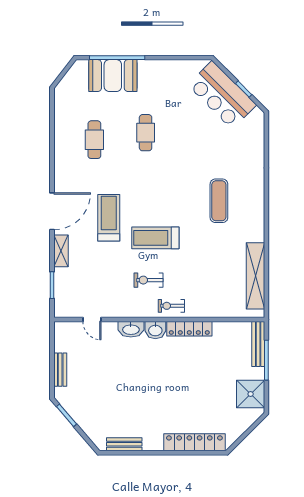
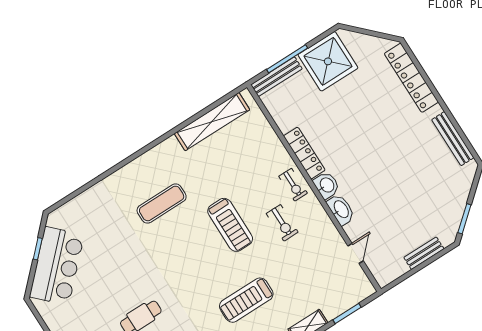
treadmill: (155, 238) -> (230, 225), moved
shower: (251, 394) -> (328, 61), width x1.37, depth x1.37
bench: (124, 444) -> (453, 139), width x1.36

